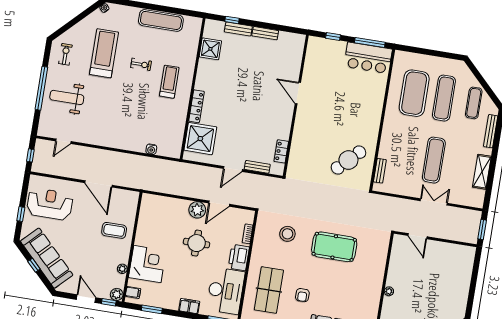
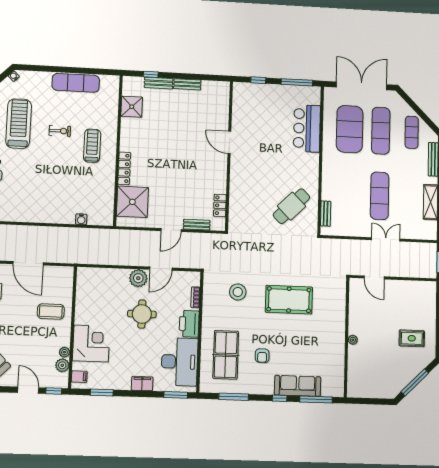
double door: (432, 53) -> (362, 86), added
bar counter: (368, 58) -> (307, 128), moved, turned 90
plant: (117, 294) -> (62, 365), moved
rug: (445, 297) -> (412, 338), added

